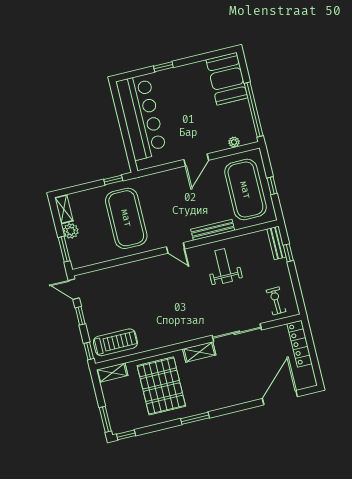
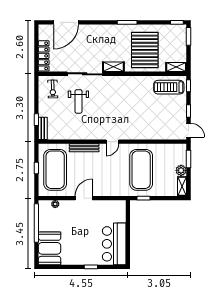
bar counter: (141, 117) -> (114, 244), width x0.73
door: (176, 248) -> (112, 142), swing flipped
weight bench: (224, 266) -> (78, 101), moved

